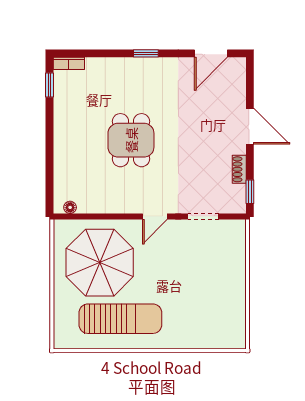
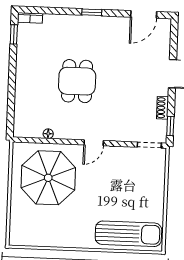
floor lamp: (70, 207) -> (48, 134), moved
doorway: (203, 216) -> (149, 145), moved
sun lounger: (120, 319) -> (128, 234), moved

